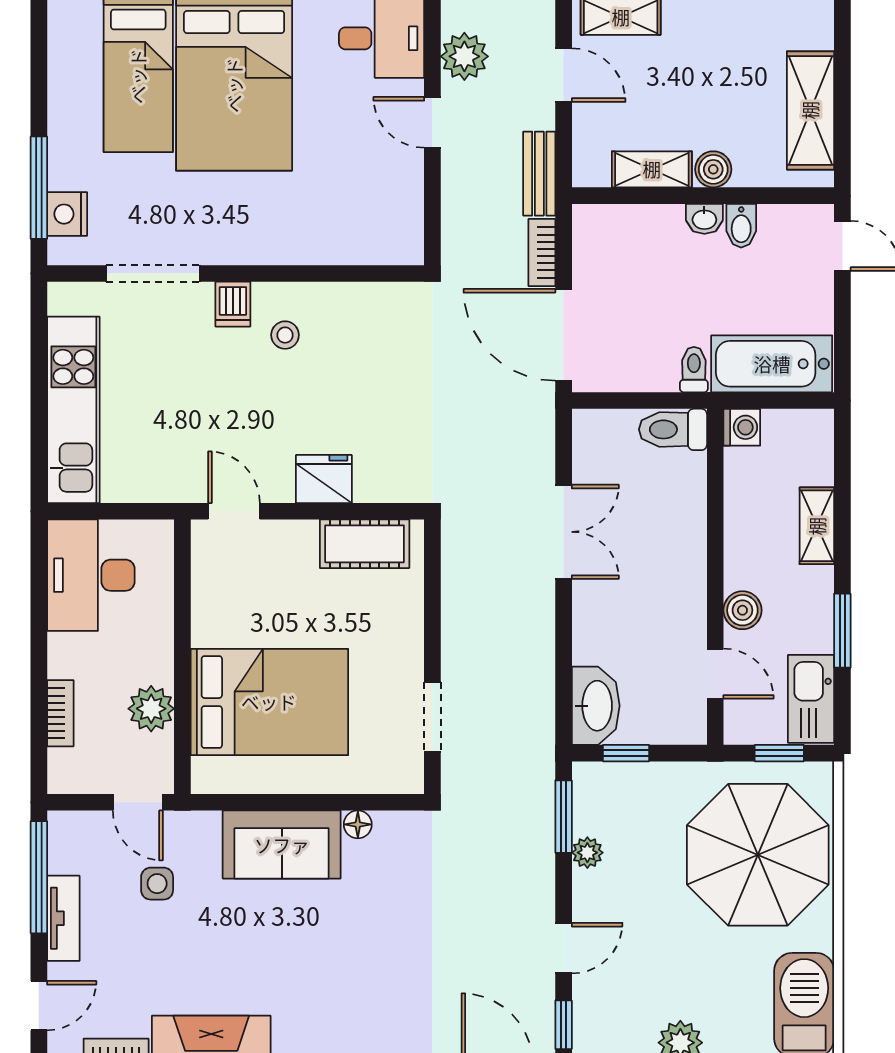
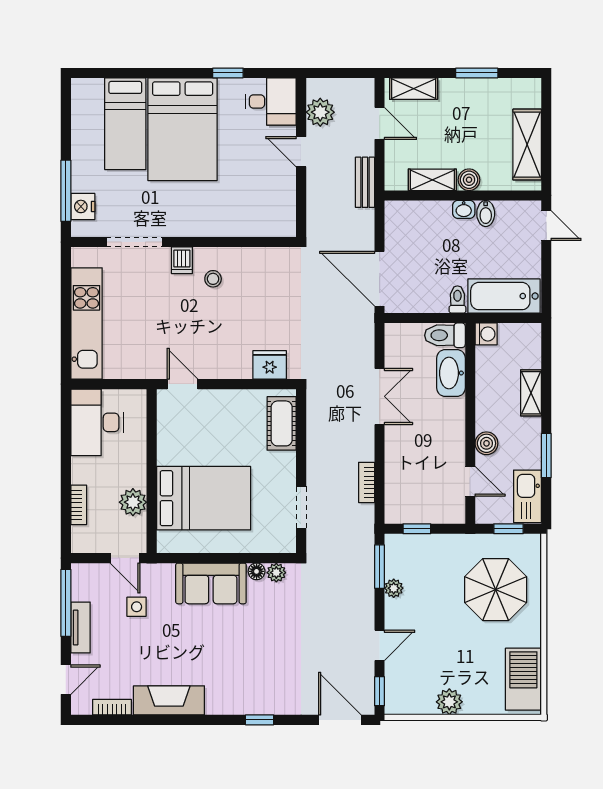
bookcase: (542, 253) -> (367, 482), moved
fridge: (324, 479) -> (270, 365), moved
cot: (365, 544) -> (282, 423), moved, turned 90
washbasin: (596, 706) -> (451, 373), moved, turned 180
plant: (391, 826) -> (276, 573), added
parasol: (758, 855) -> (496, 590), width x0.73, depth x0.73

